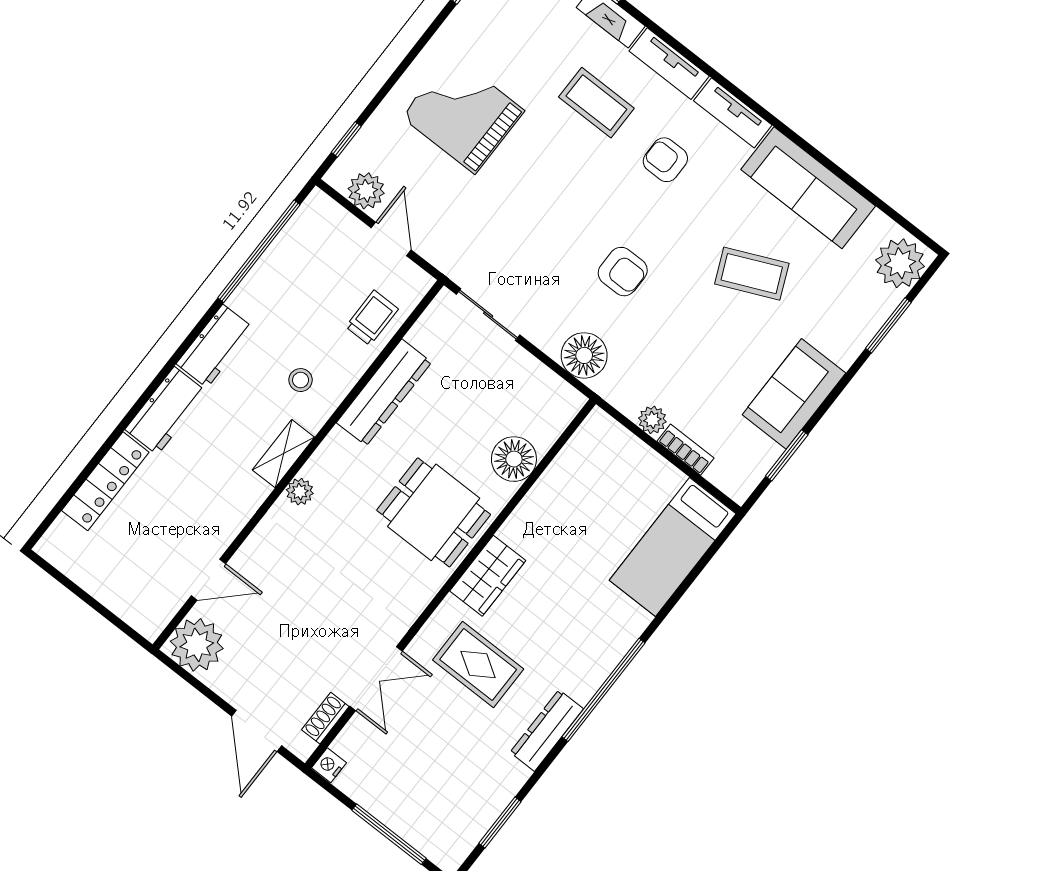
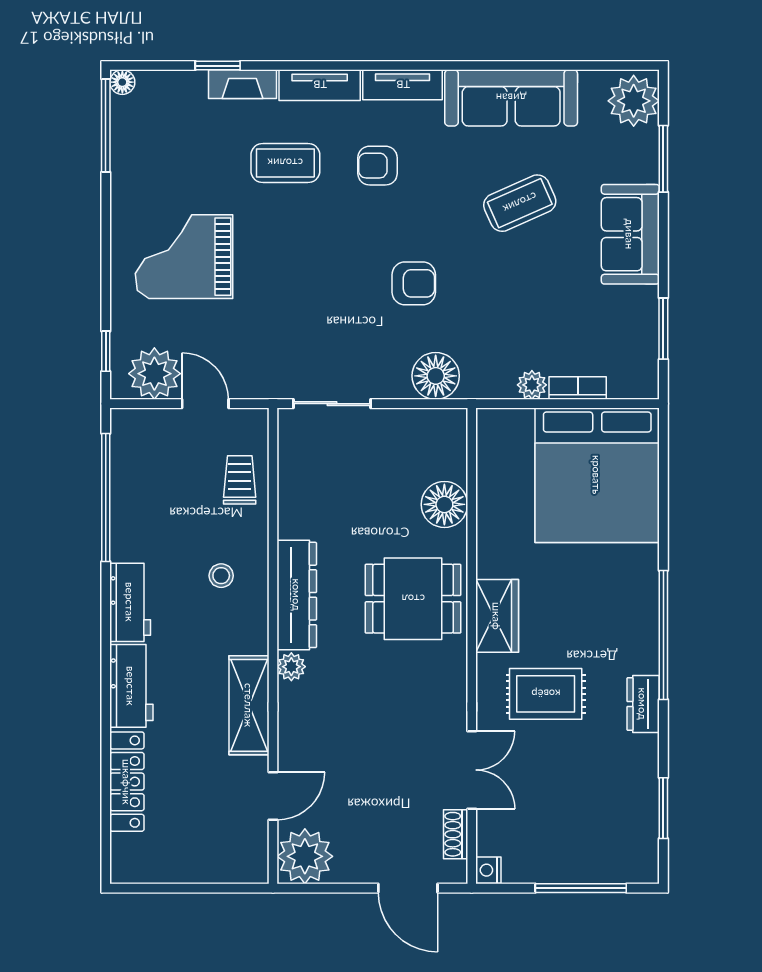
plant: (366, 191) -> (154, 374), width x1.36, depth x1.36
dresser: (384, 392) -> (297, 595), moved
sofa: (794, 394) -> (630, 234), moved
shelving: (283, 454) -> (249, 705), moved, width x1.50, depth x1.33
bed: (673, 547) -> (597, 475), width x2.04
dresser: (547, 731) -> (643, 704), width x0.70

